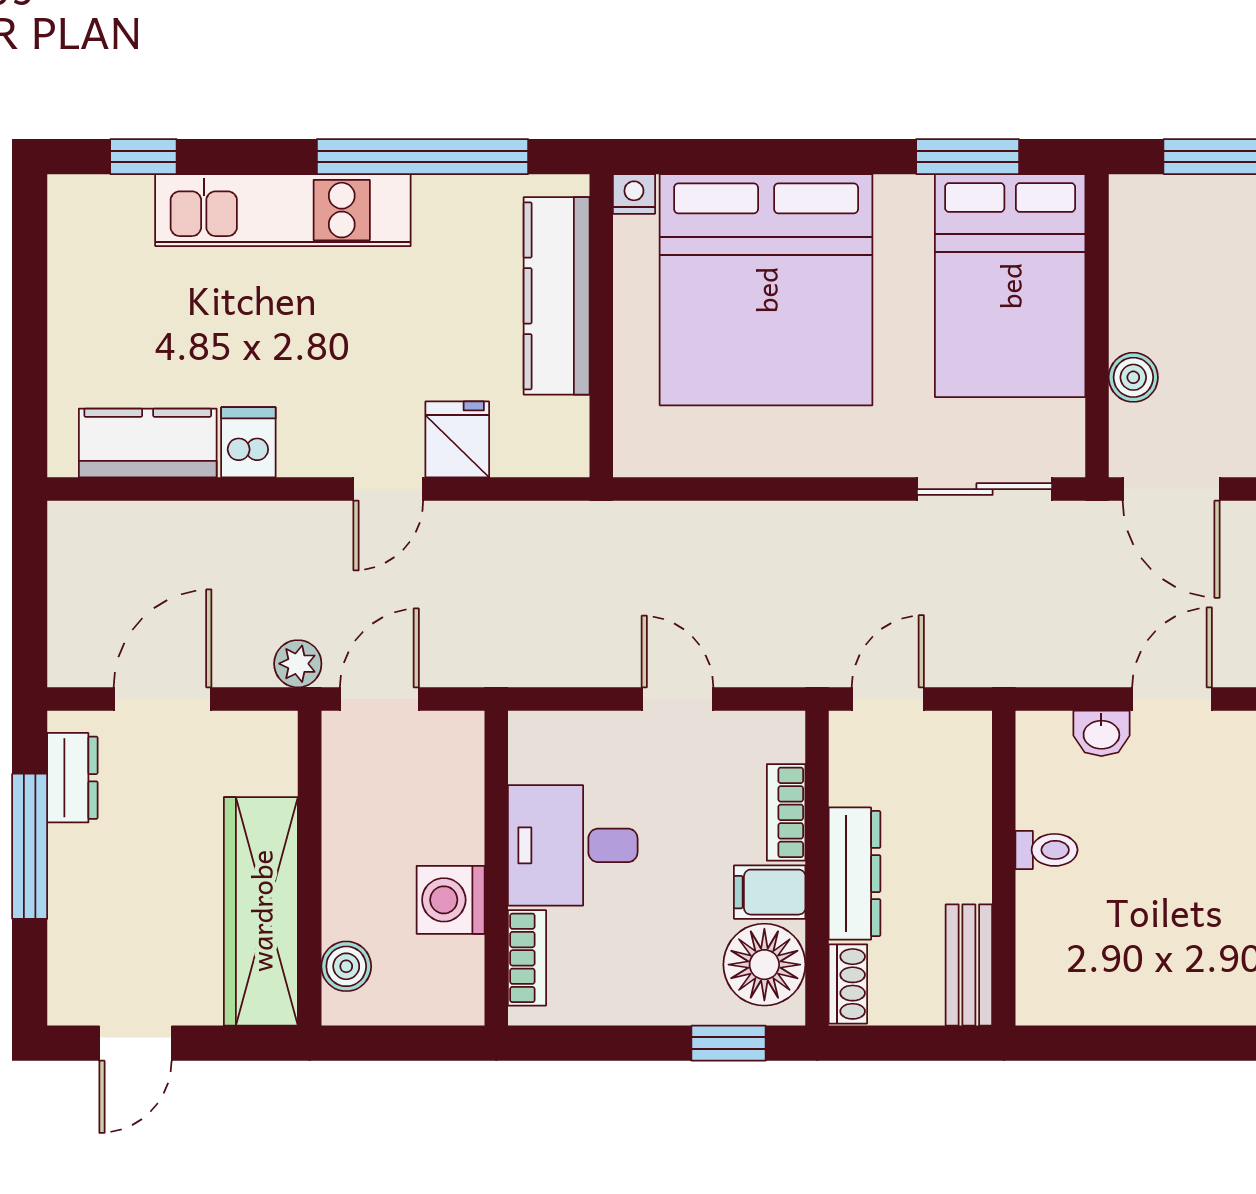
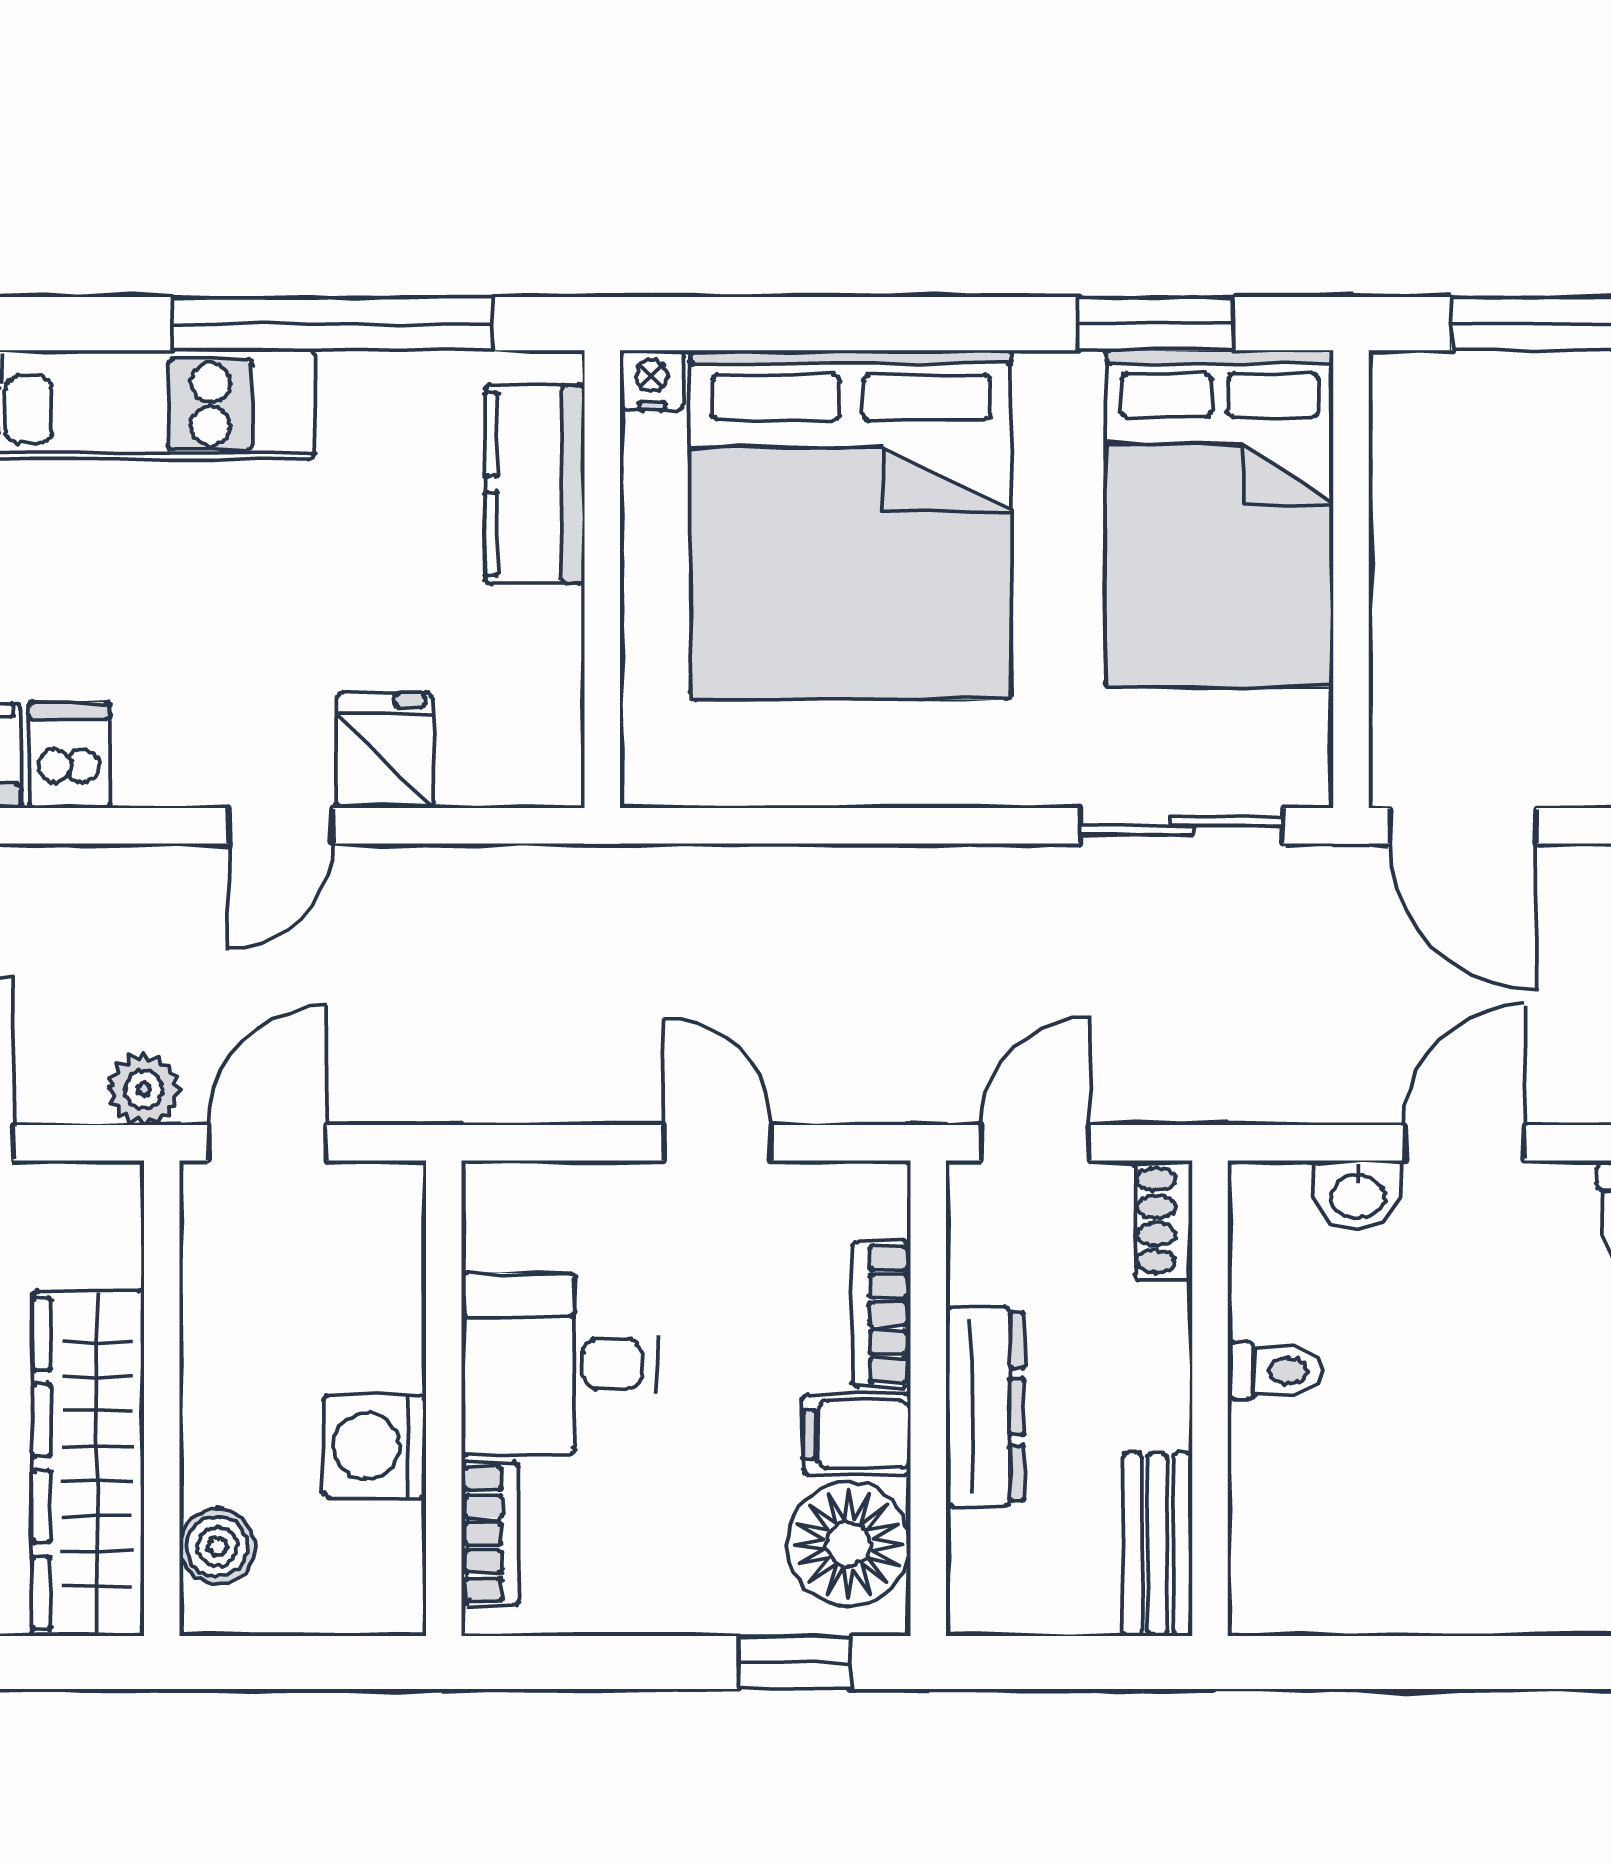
kitchen counter: (557, 296) -> (535, 484), width x0.67
boiler: (1133, 377) -> (1406, 657), removed
shoe rack: (848, 984) -> (1163, 1220), moved, turned 180

